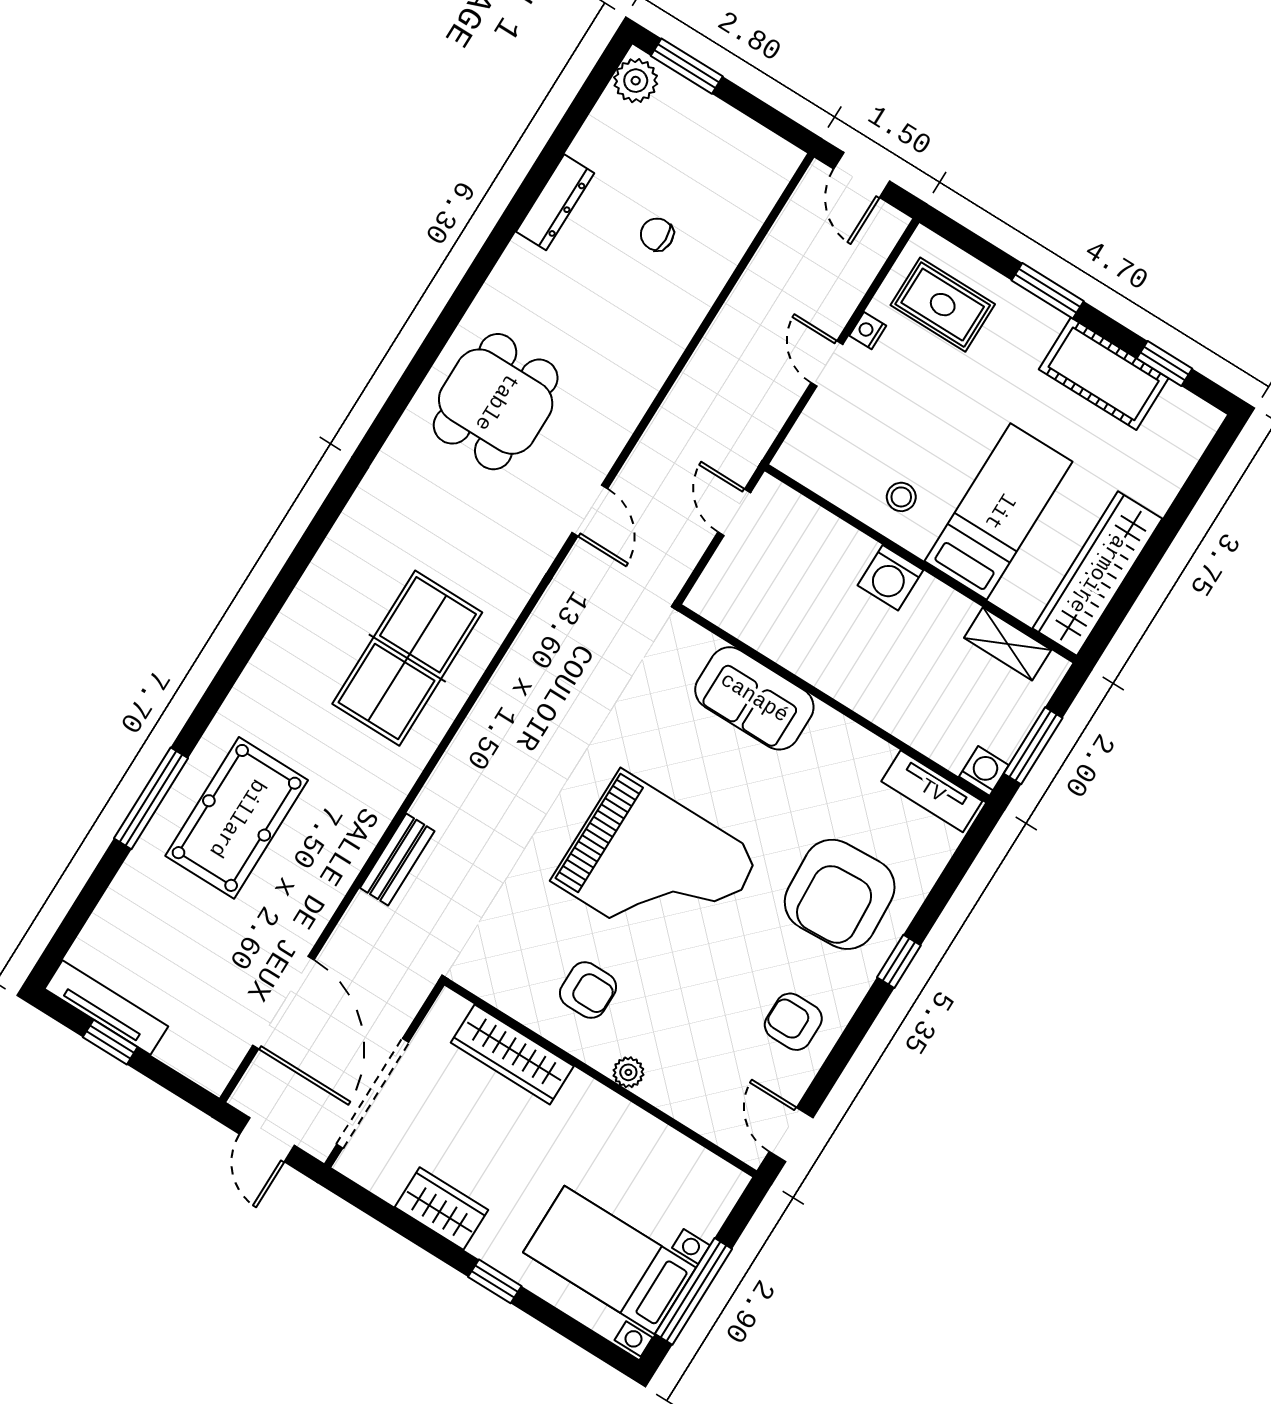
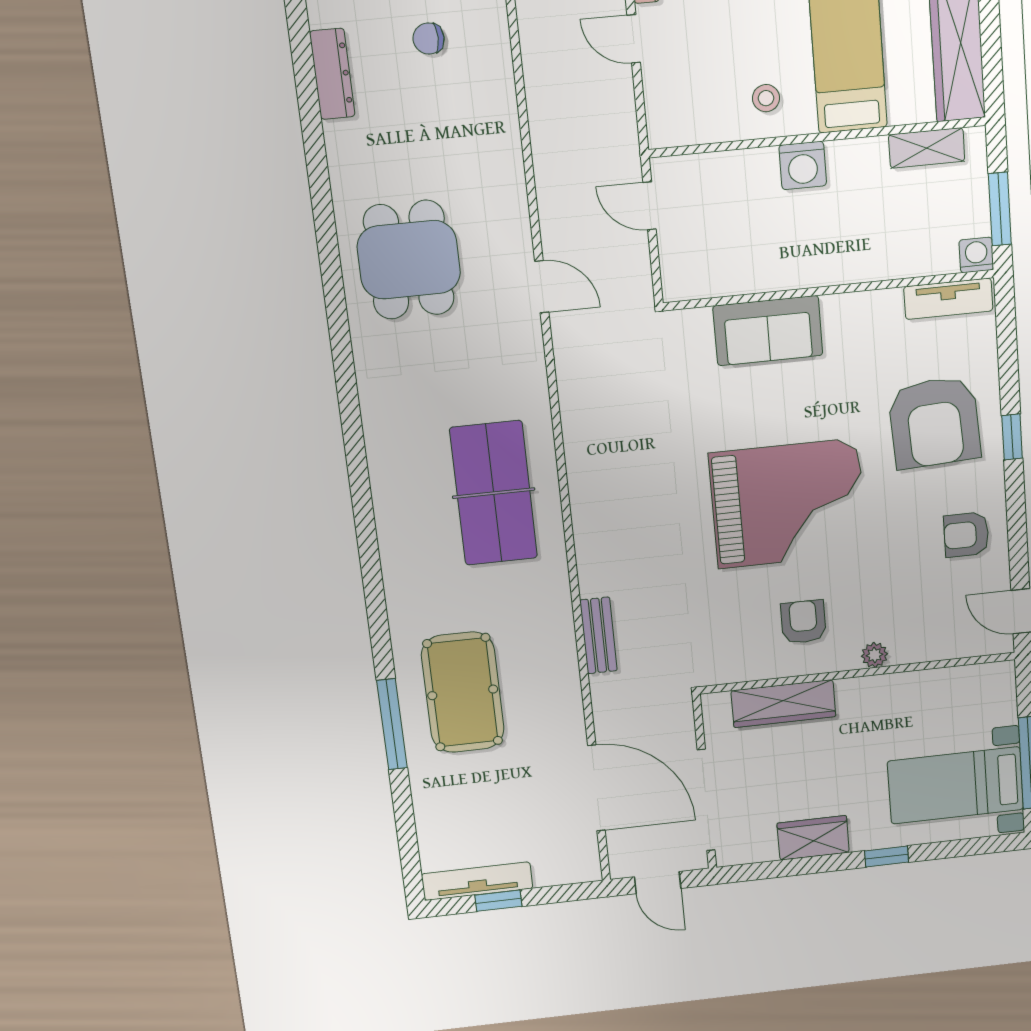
armchair: (588, 990) -> (803, 622), turned -90

